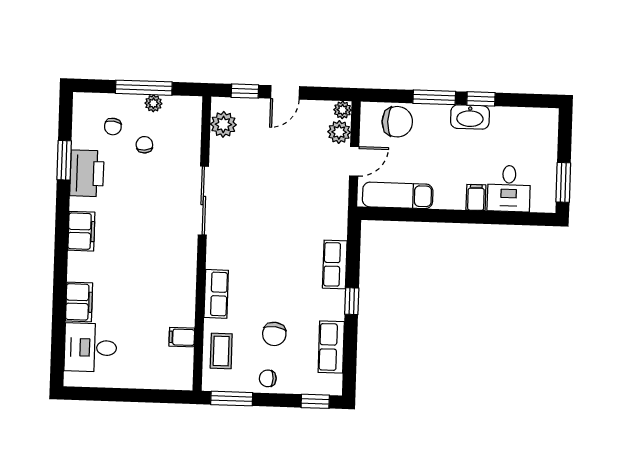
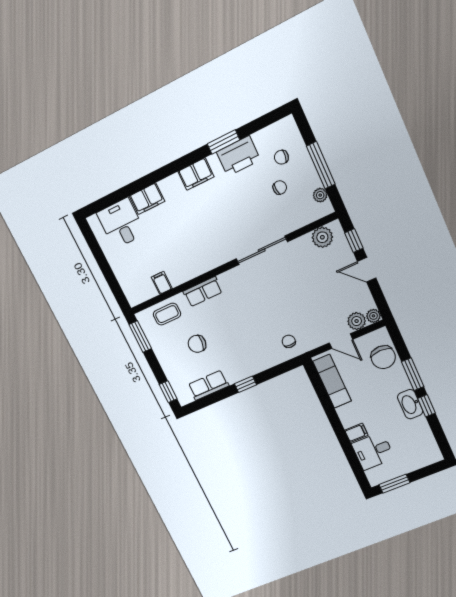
plant: (153, 103) -> (320, 195), moved
window: (64, 160) -> (224, 142), moved
row of seats: (335, 264) -> (264, 362), removed
chair: (268, 378) -> (289, 341), moved

